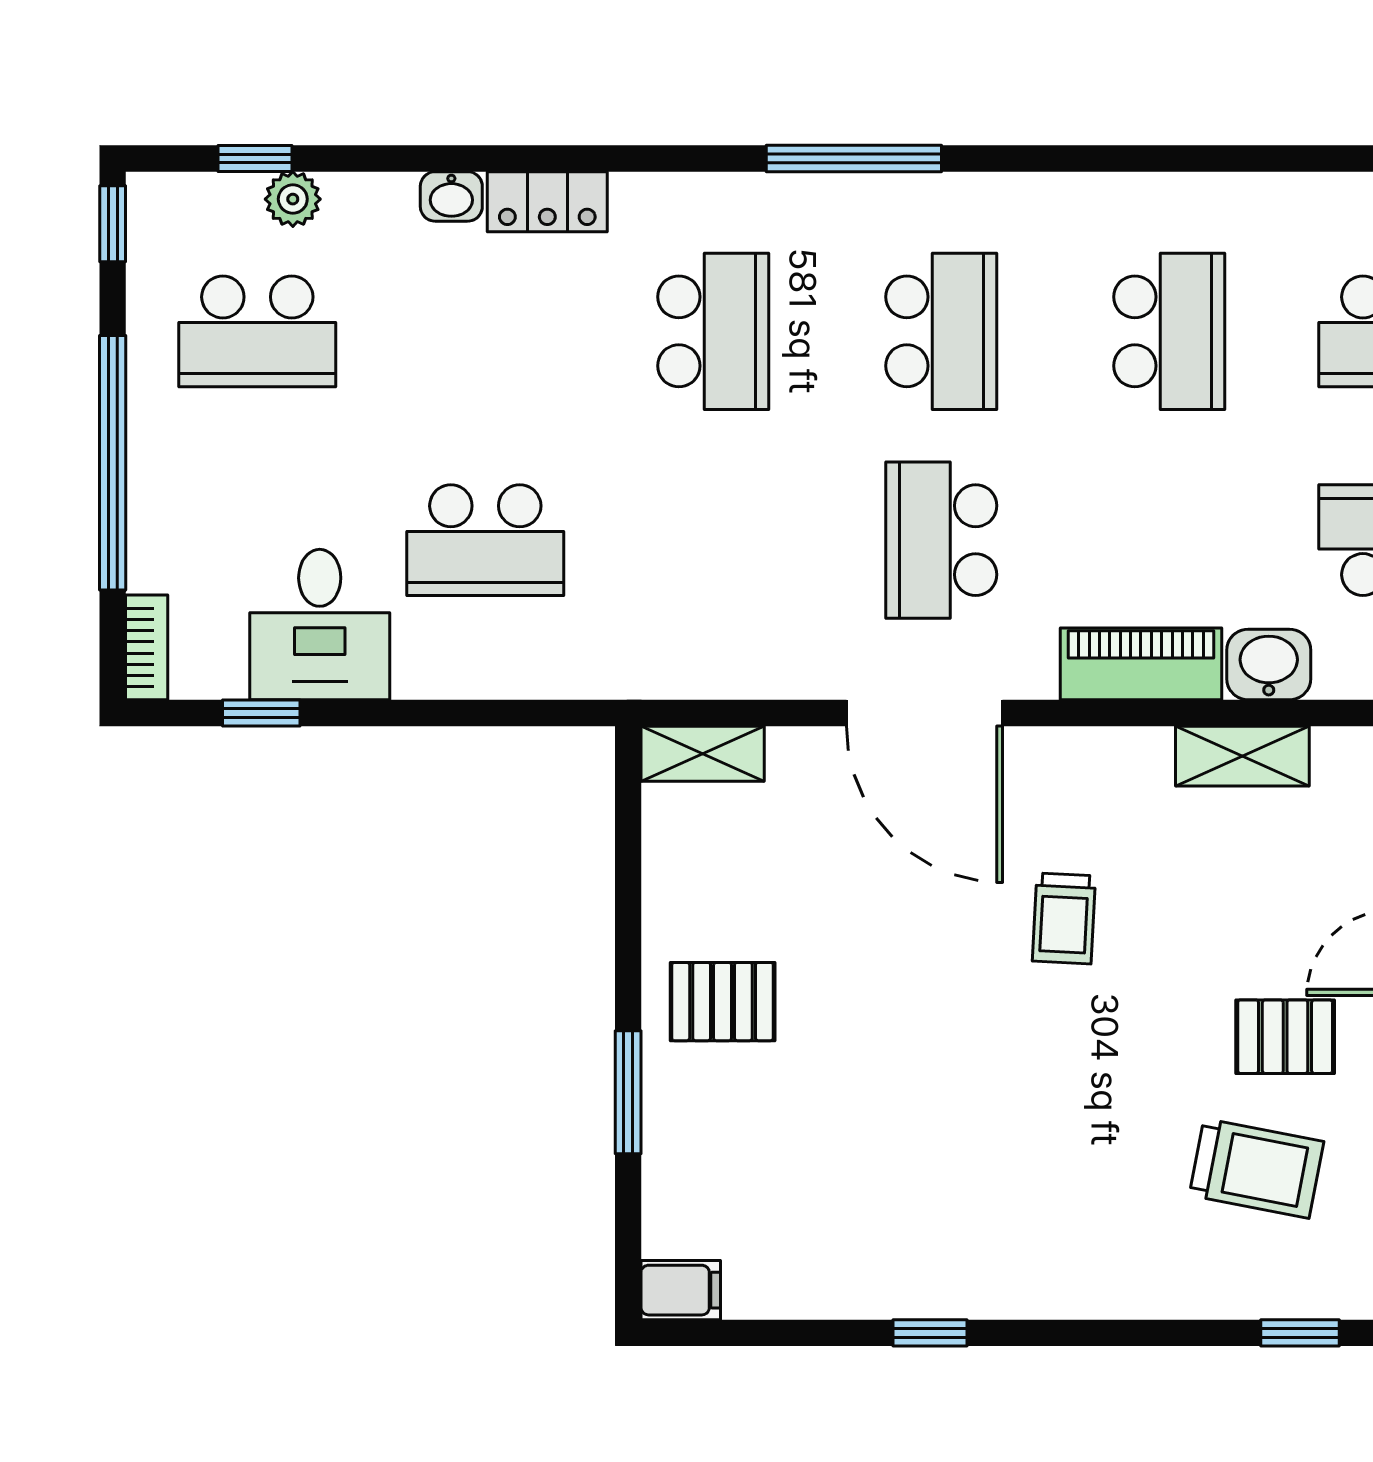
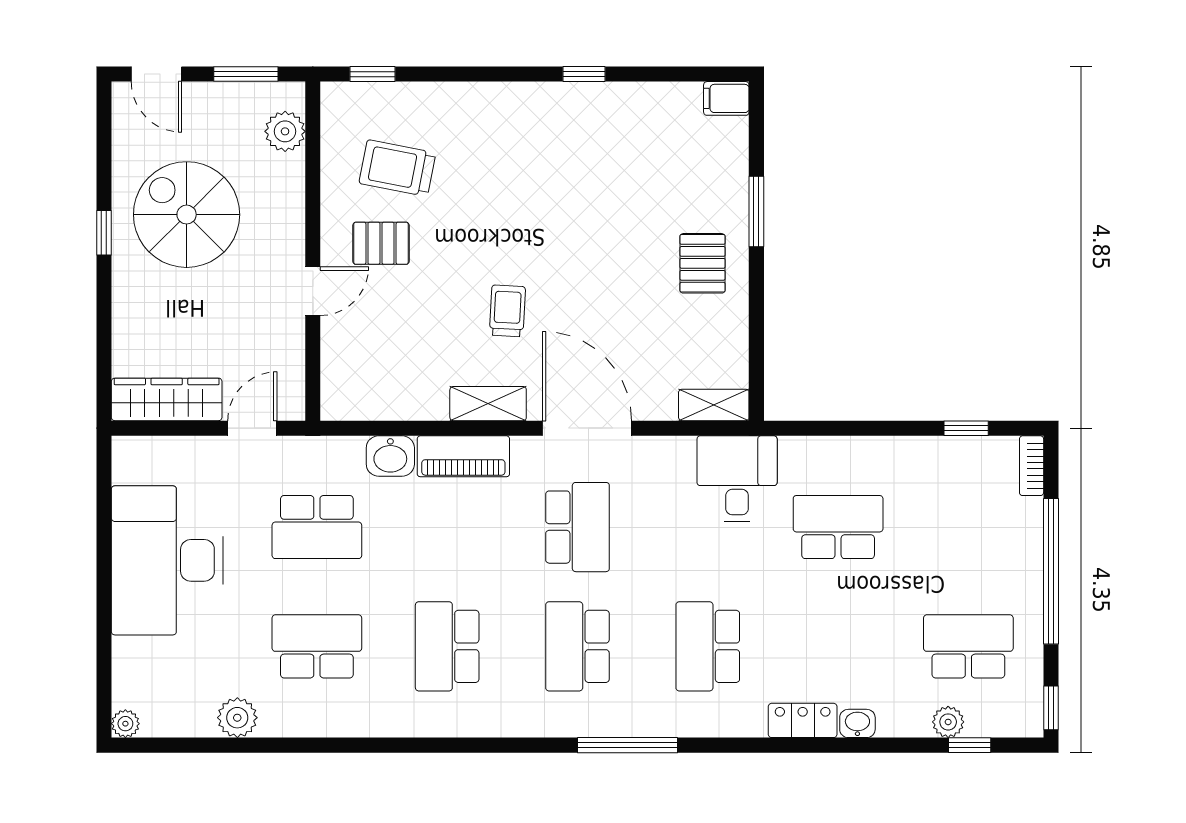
desk: (320, 625) -> (737, 479), moved
shelving: (1242, 756) -> (488, 404), moved
pallet: (723, 1002) -> (702, 263), turned 90

